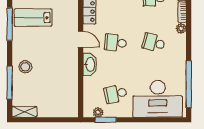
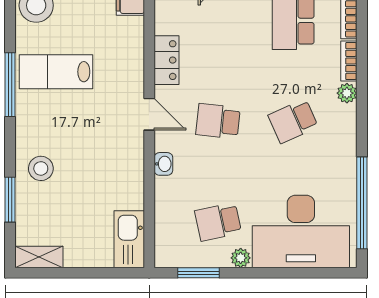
school desk: (154, 43) -> (293, 121), turned -39
washbasin: (90, 64) -> (163, 164), width x0.52, depth x0.69
window: (10, 83) -> (10, 200), width x0.69
kitchen sink: (70, 103) -> (129, 239), added
plant: (98, 112) -> (241, 258), moved

